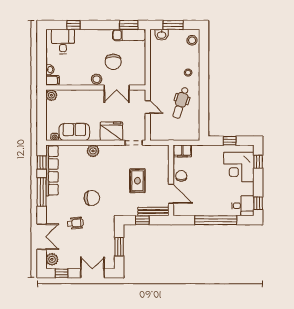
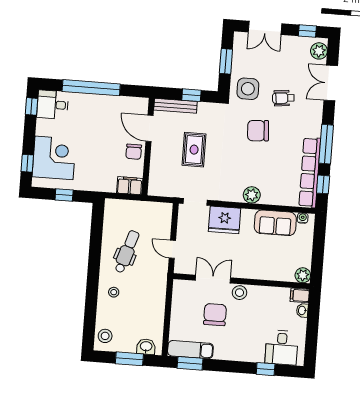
side table: (102, 228) -> (248, 89), added

